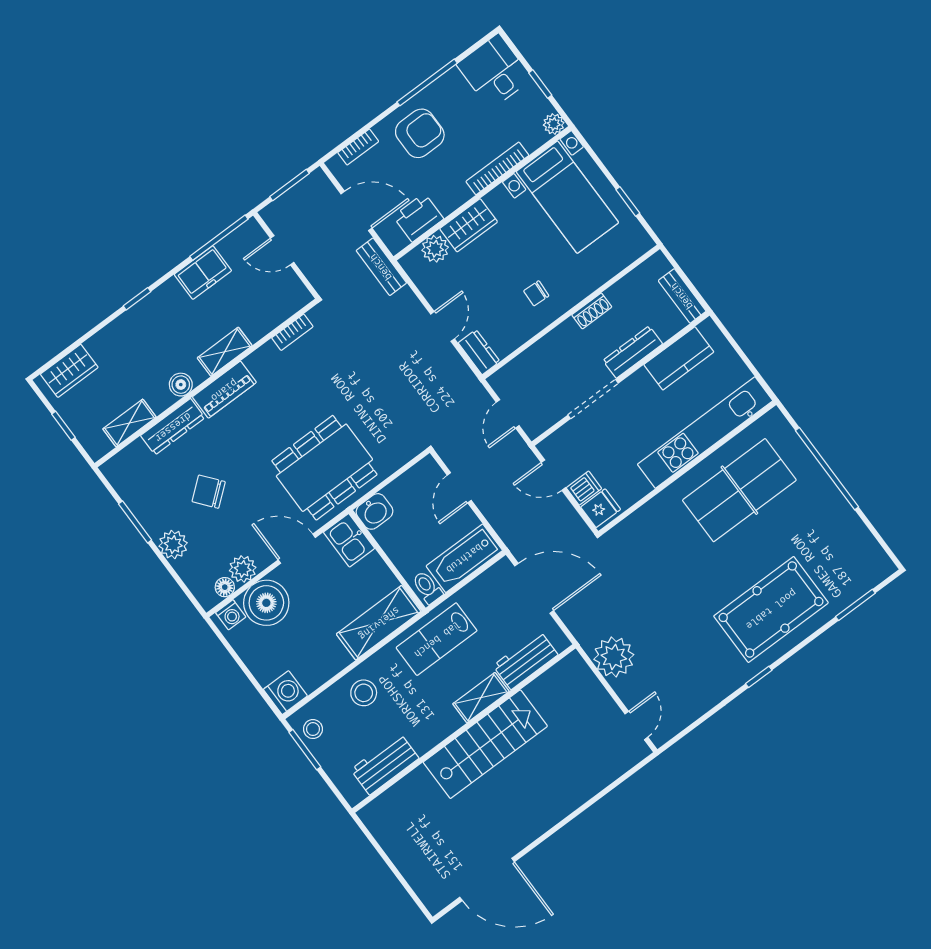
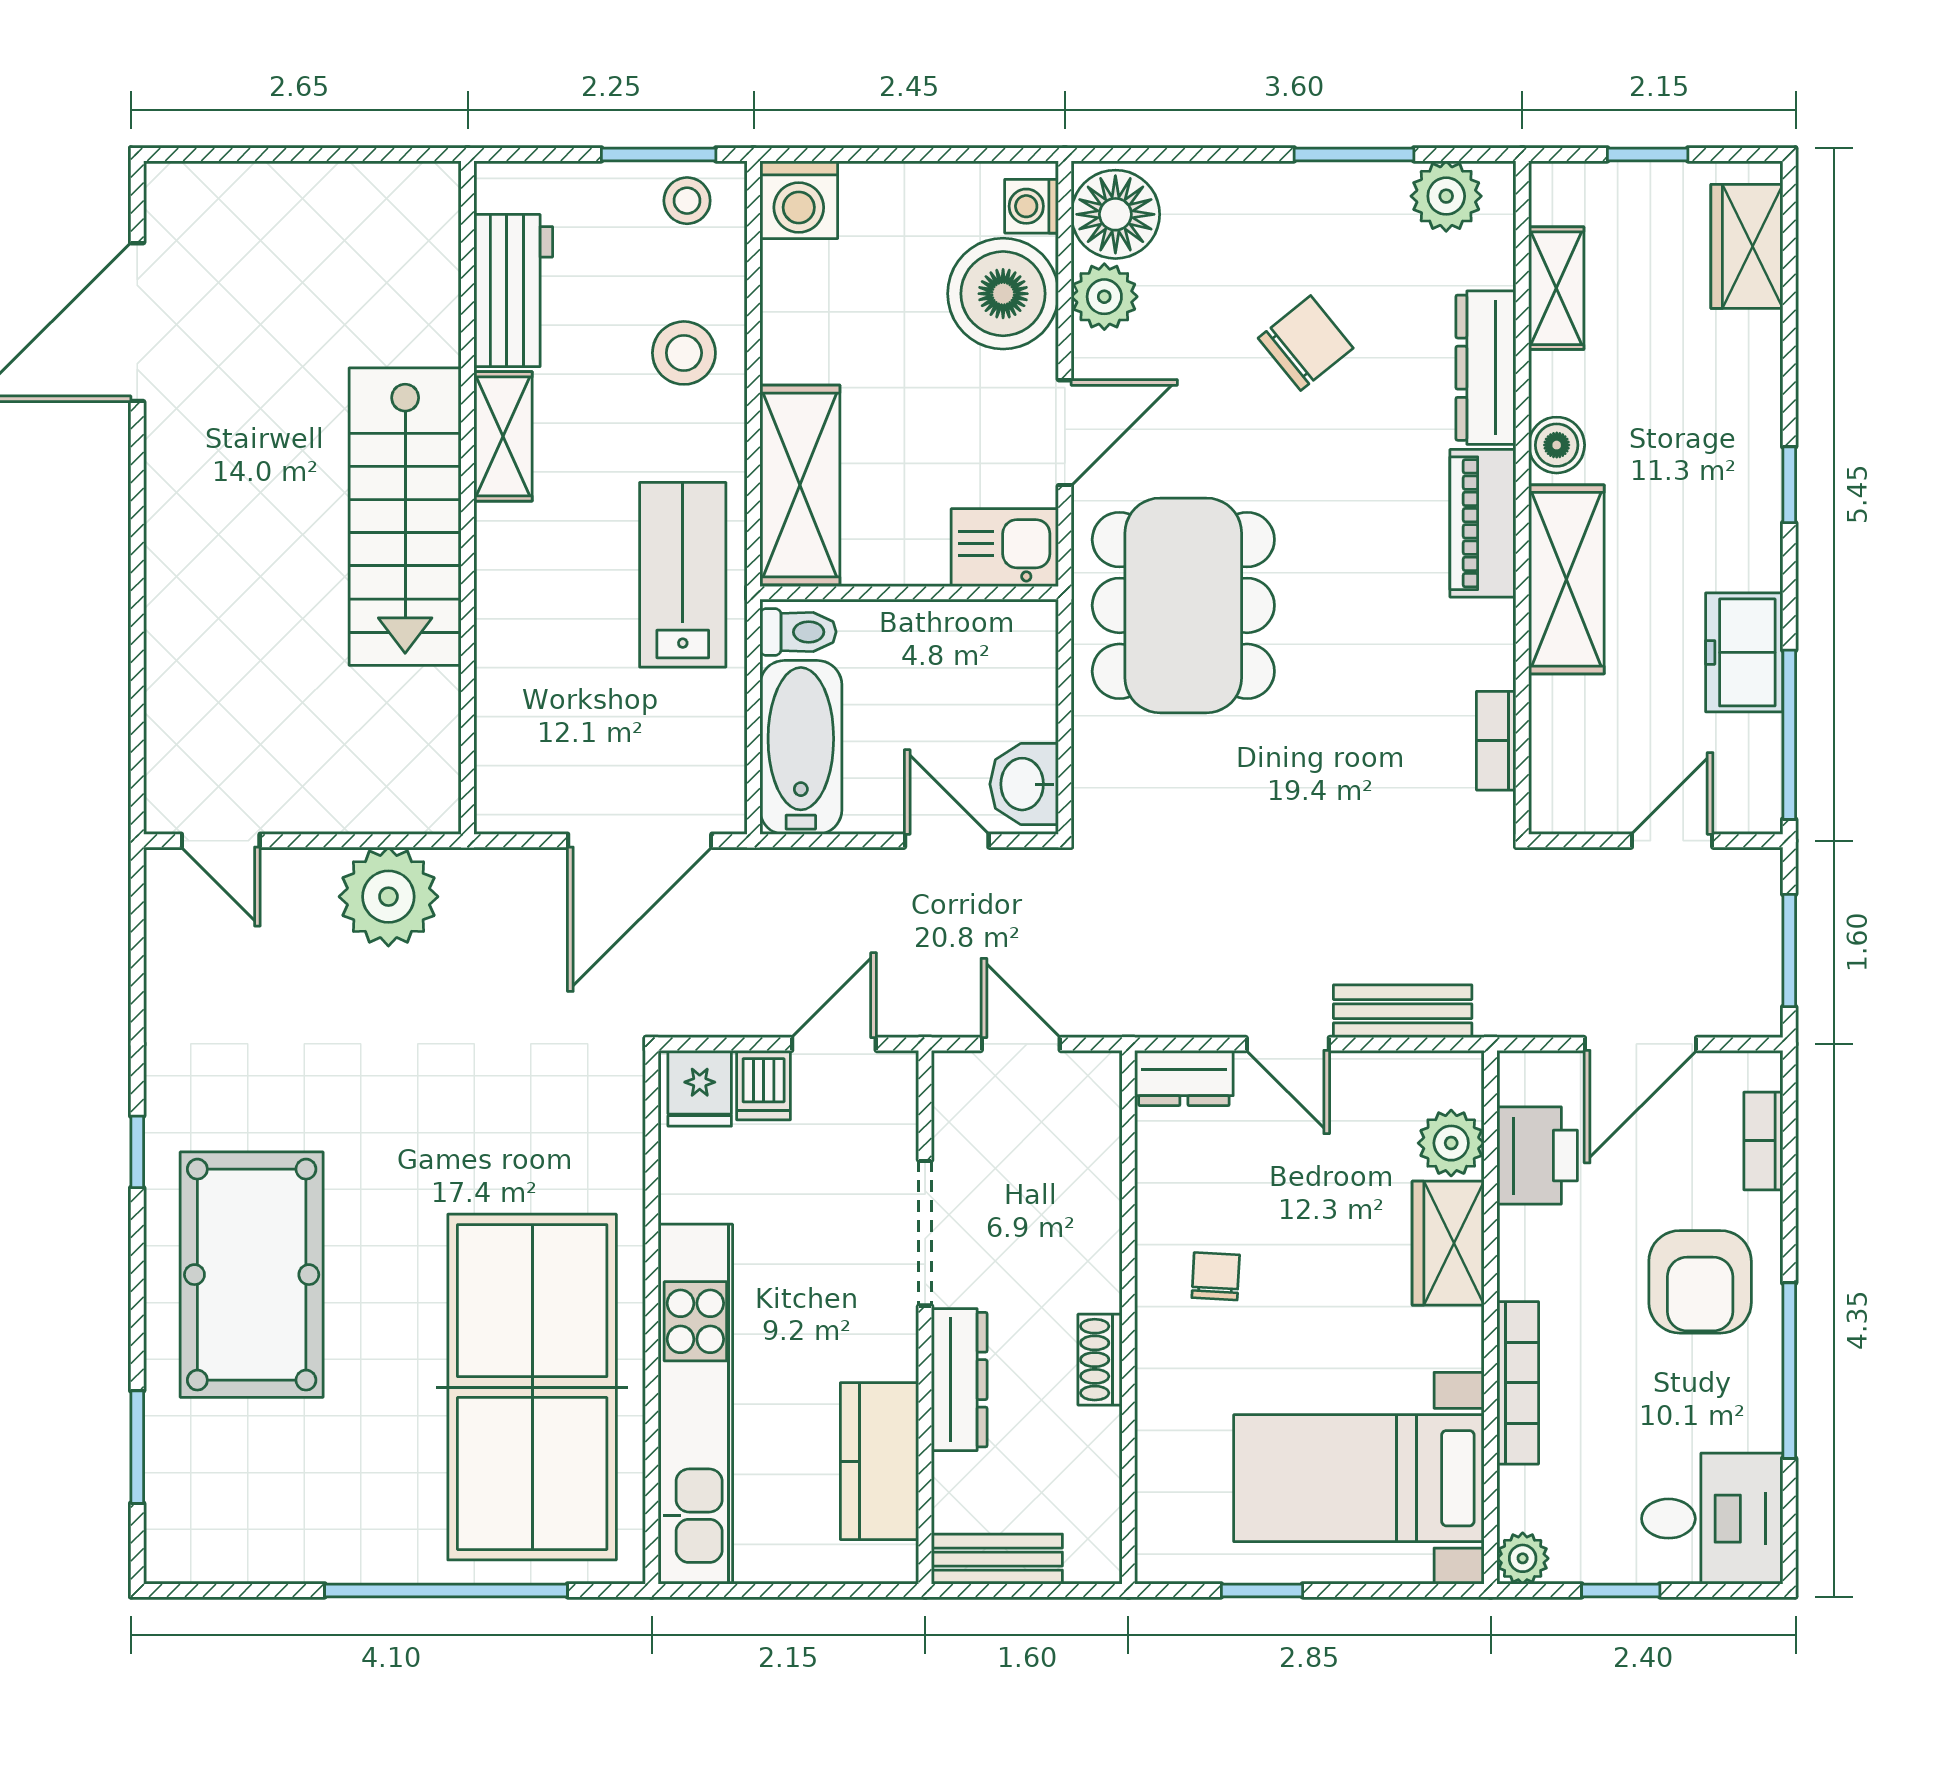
bench: (381, 267) -> (1403, 1011), moved
shelving: (225, 352) -> (1566, 579), width x1.50, depth x1.33
table tennis table: (739, 490) -> (532, 1387), width x1.36, depth x1.32
washbasin: (375, 511) -> (1024, 784), moved
plant: (173, 545) -> (1446, 196), moved
floor lamp: (225, 587) -> (1115, 214), width x1.89, depth x1.89
workbench: (525, 660) -> (511, 719), removed
shelving: (481, 698) -> (503, 436), moved

